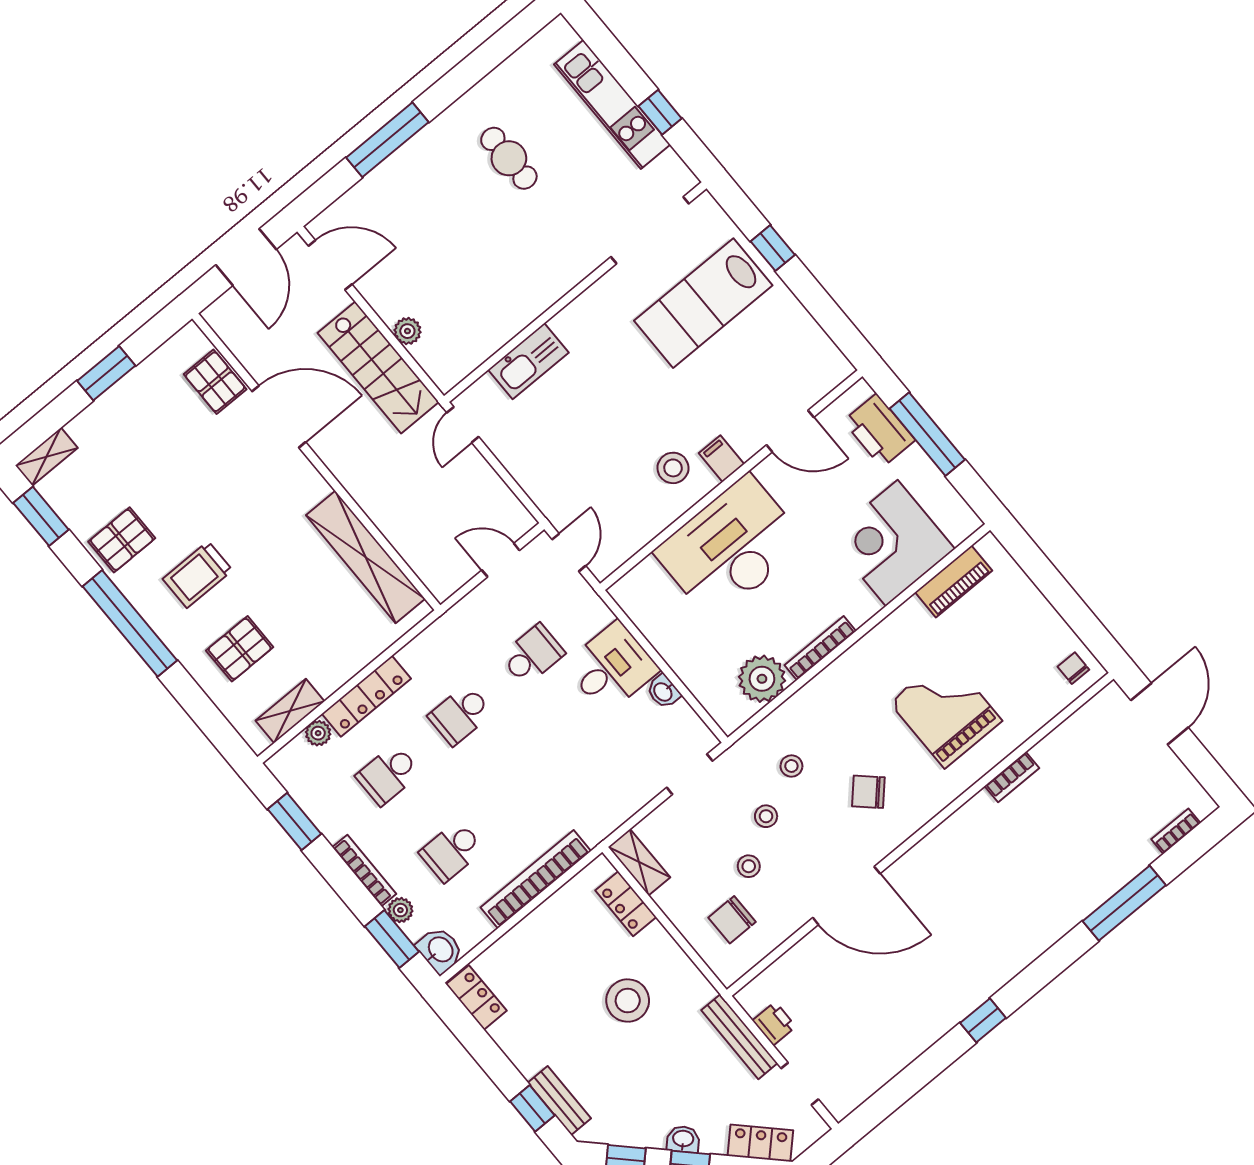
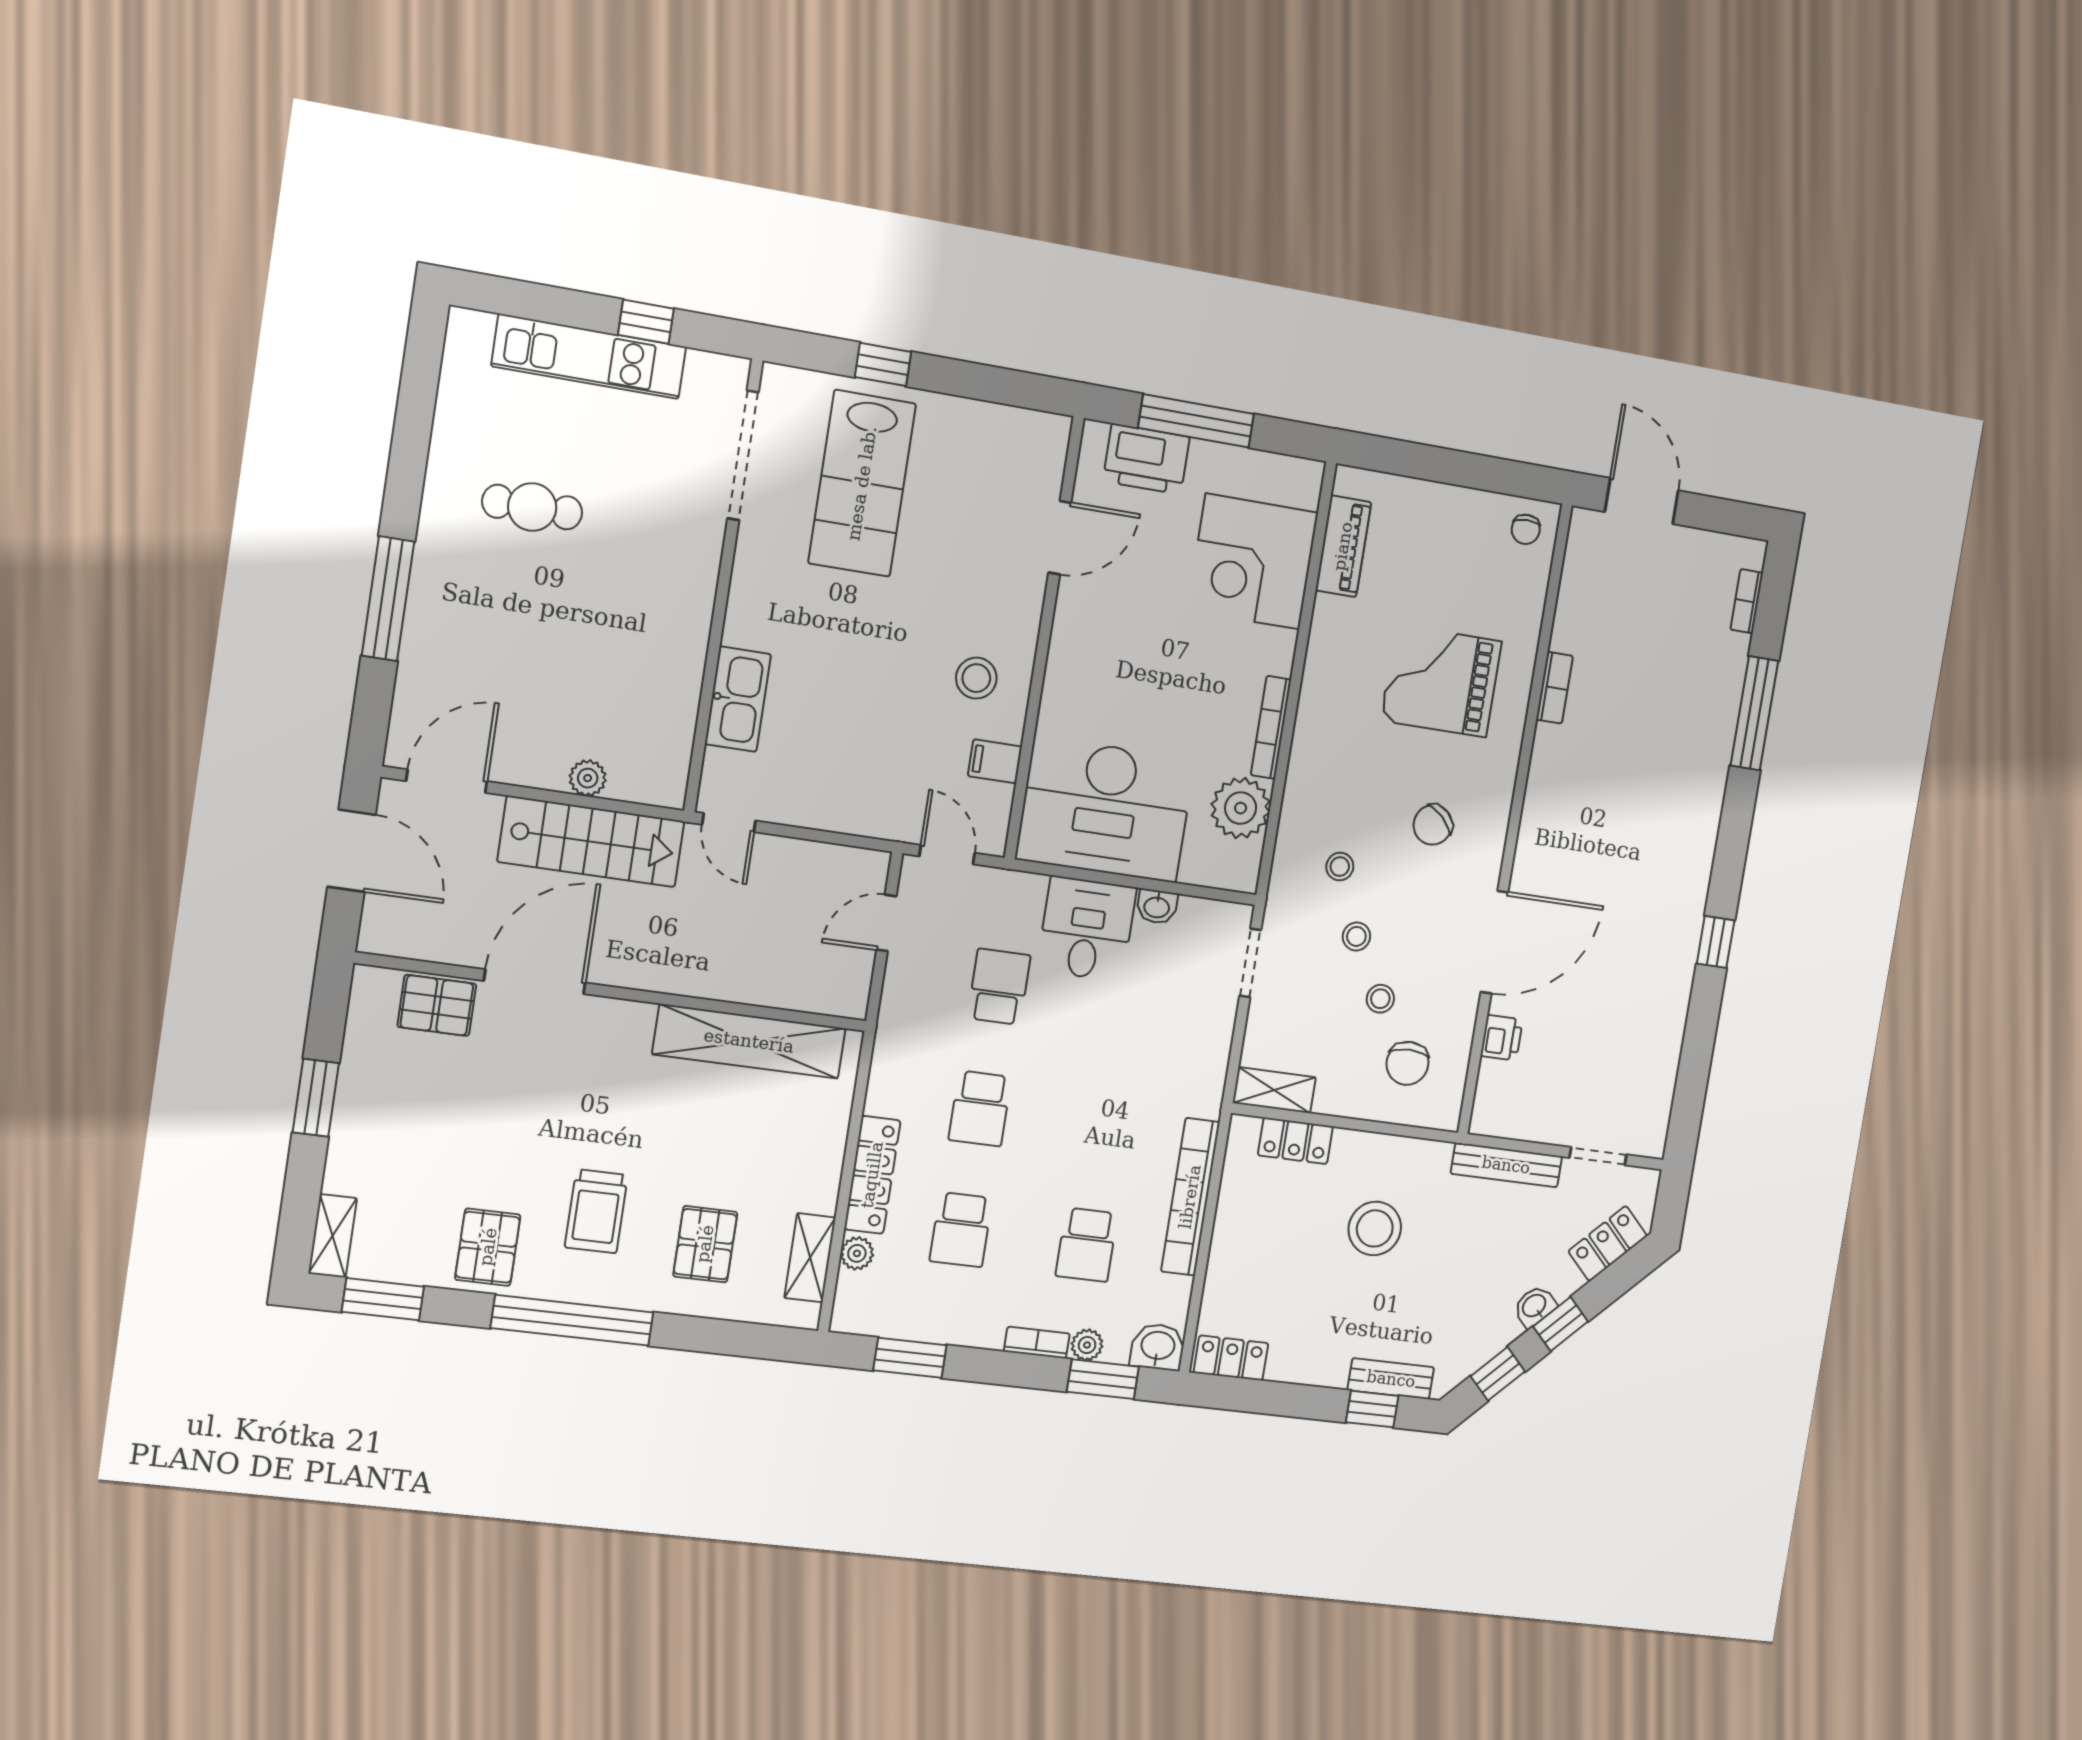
filing cabinet: (722, 459) -> (995, 761), moved
desk: (730, 548) -> (1105, 809), moved, turned -90
chair: (1073, 668) -> (1526, 529), turned -90
bookcase: (364, 871) -> (1037, 1343), width x0.64
printer: (774, 1024) -> (1502, 1038), moved, turned 90

